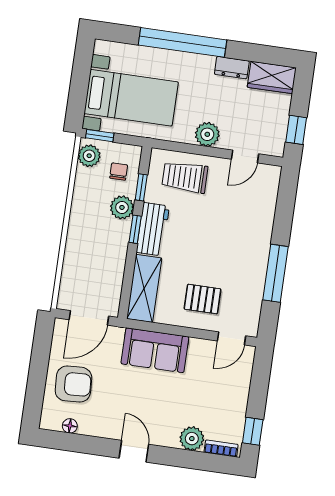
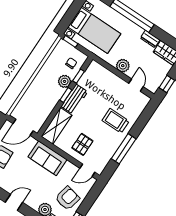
plant: (89, 156) -> (61, 49), removed
door: (245, 156) -> (136, 85), swing flipped
trolley: (185, 177) -> (116, 121), moved
pallet: (202, 299) -> (82, 144), turned 90
armchair: (220, 402) -> (67, 198), added
door: (134, 451) -> (14, 202), hinge flipped

